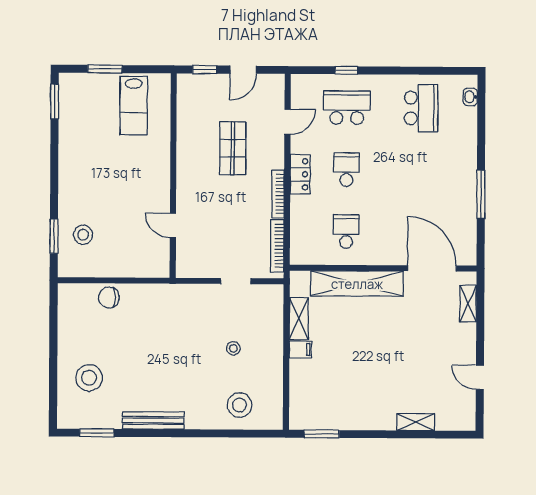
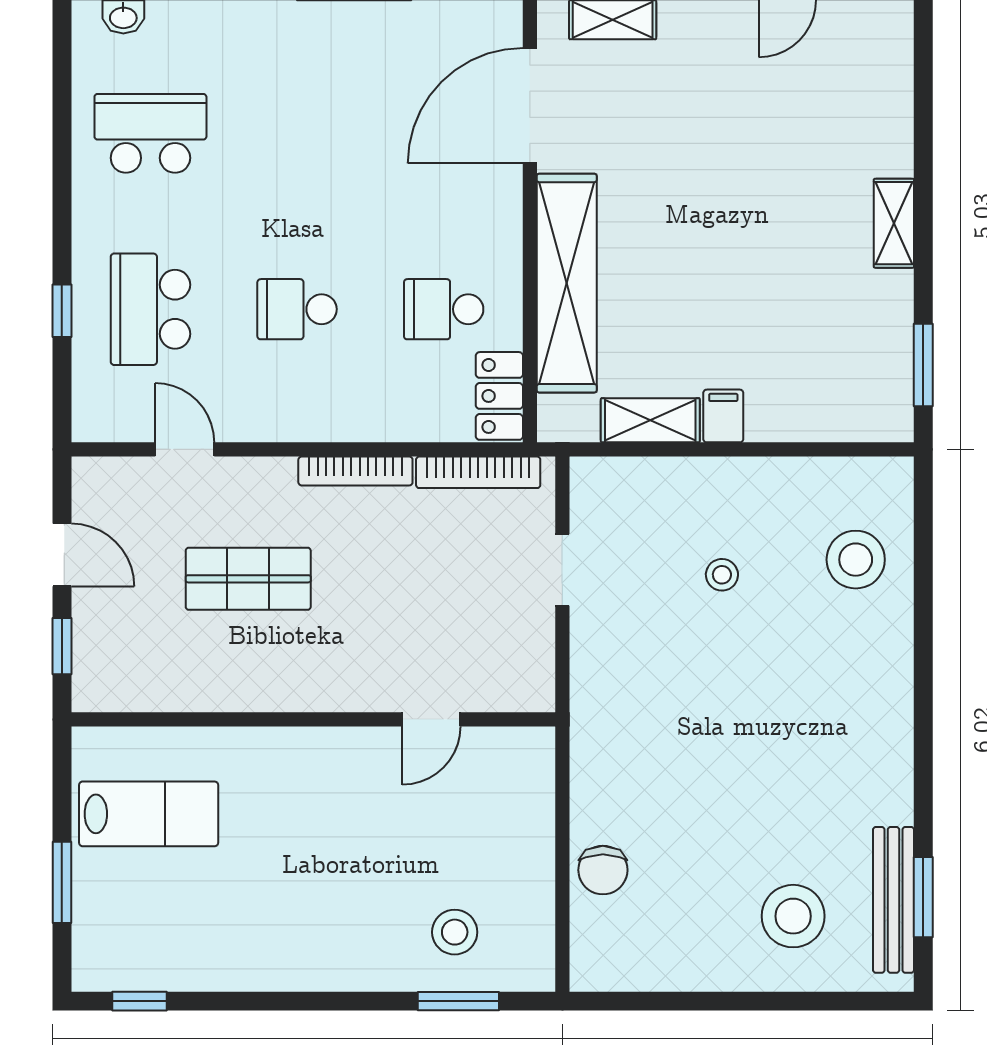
window: (55, 101) -> (139, 1001), width x0.67
locker: (300, 174) -> (499, 396), moved, turned -90
bench: (153, 421) -> (894, 900), moved
shelving: (416, 422) -> (894, 223), moved

